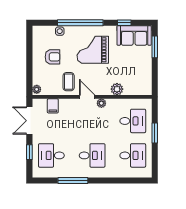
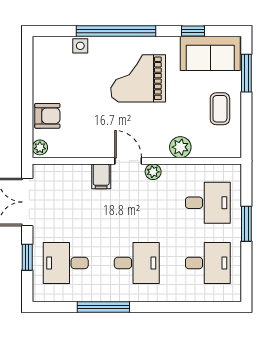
armchair: (52, 57) -> (47, 116), moved
coffee table: (69, 82) -> (220, 109), moved
filing cabinet: (53, 106) -> (101, 176), moved

